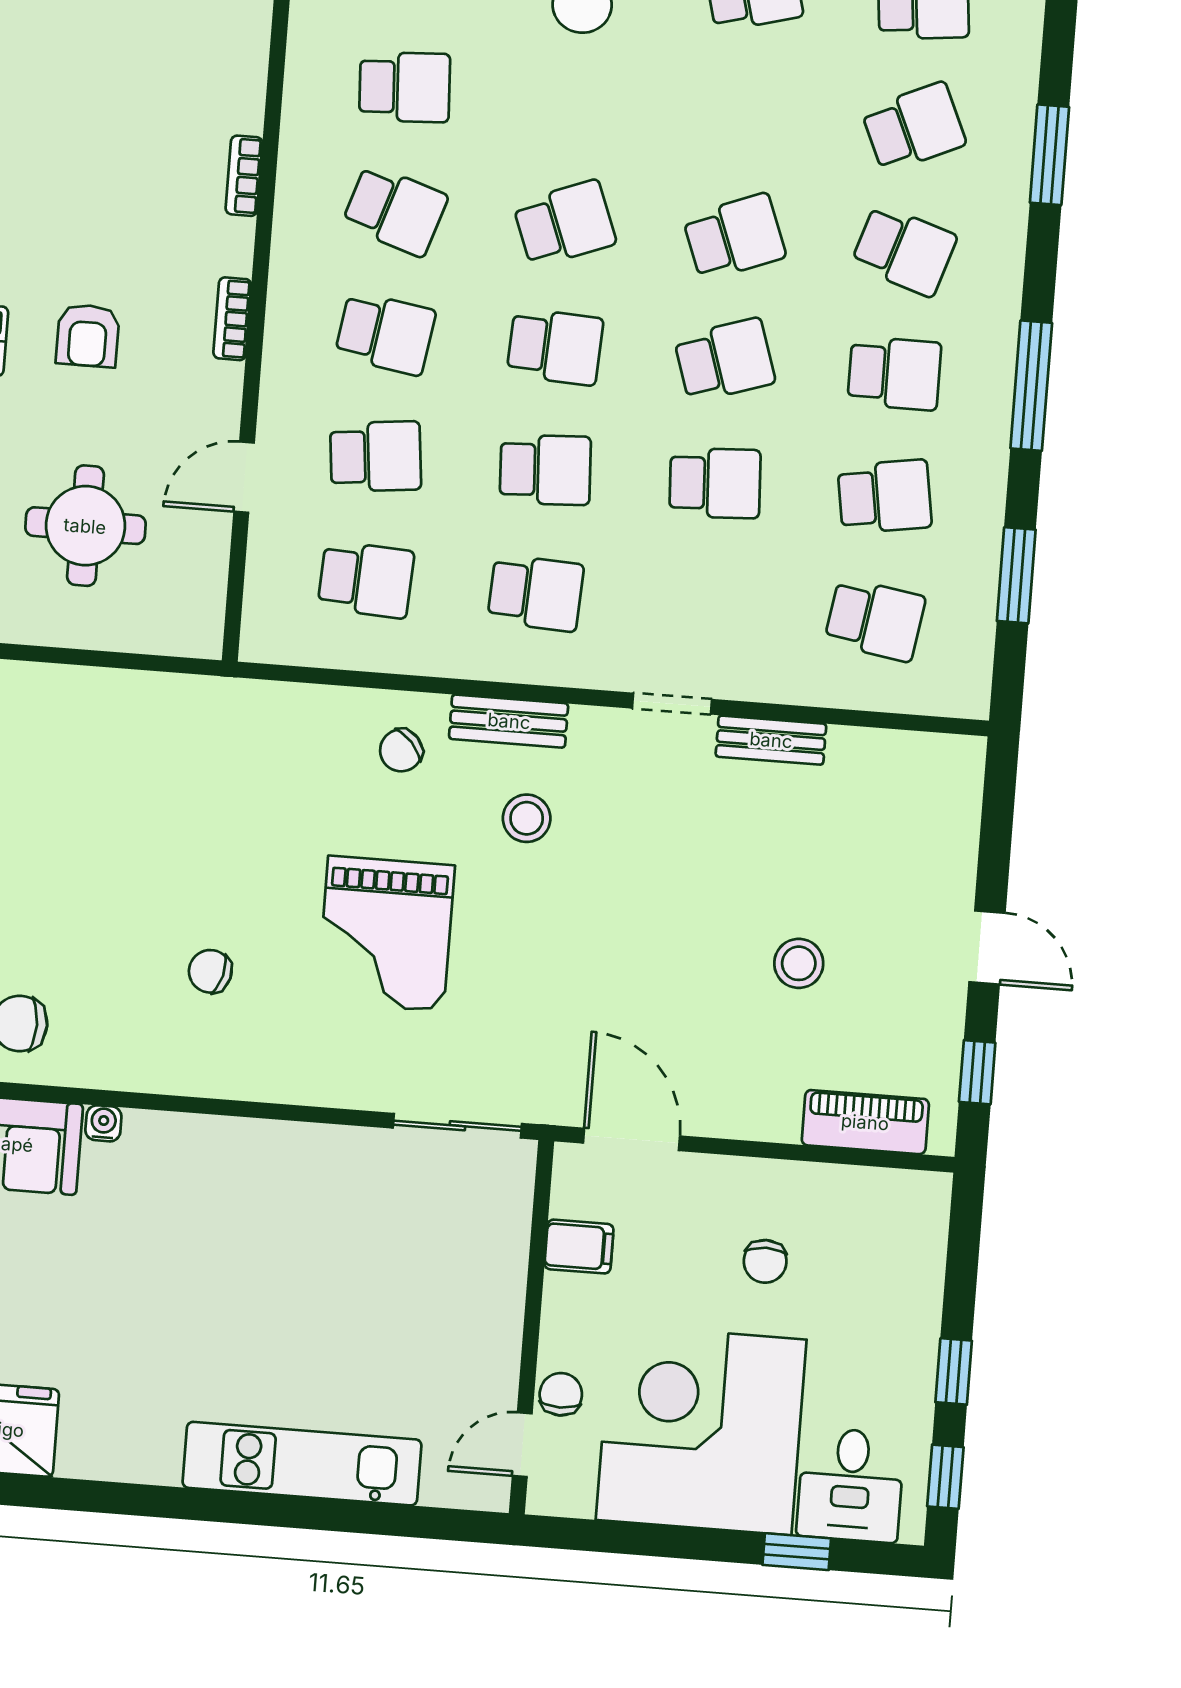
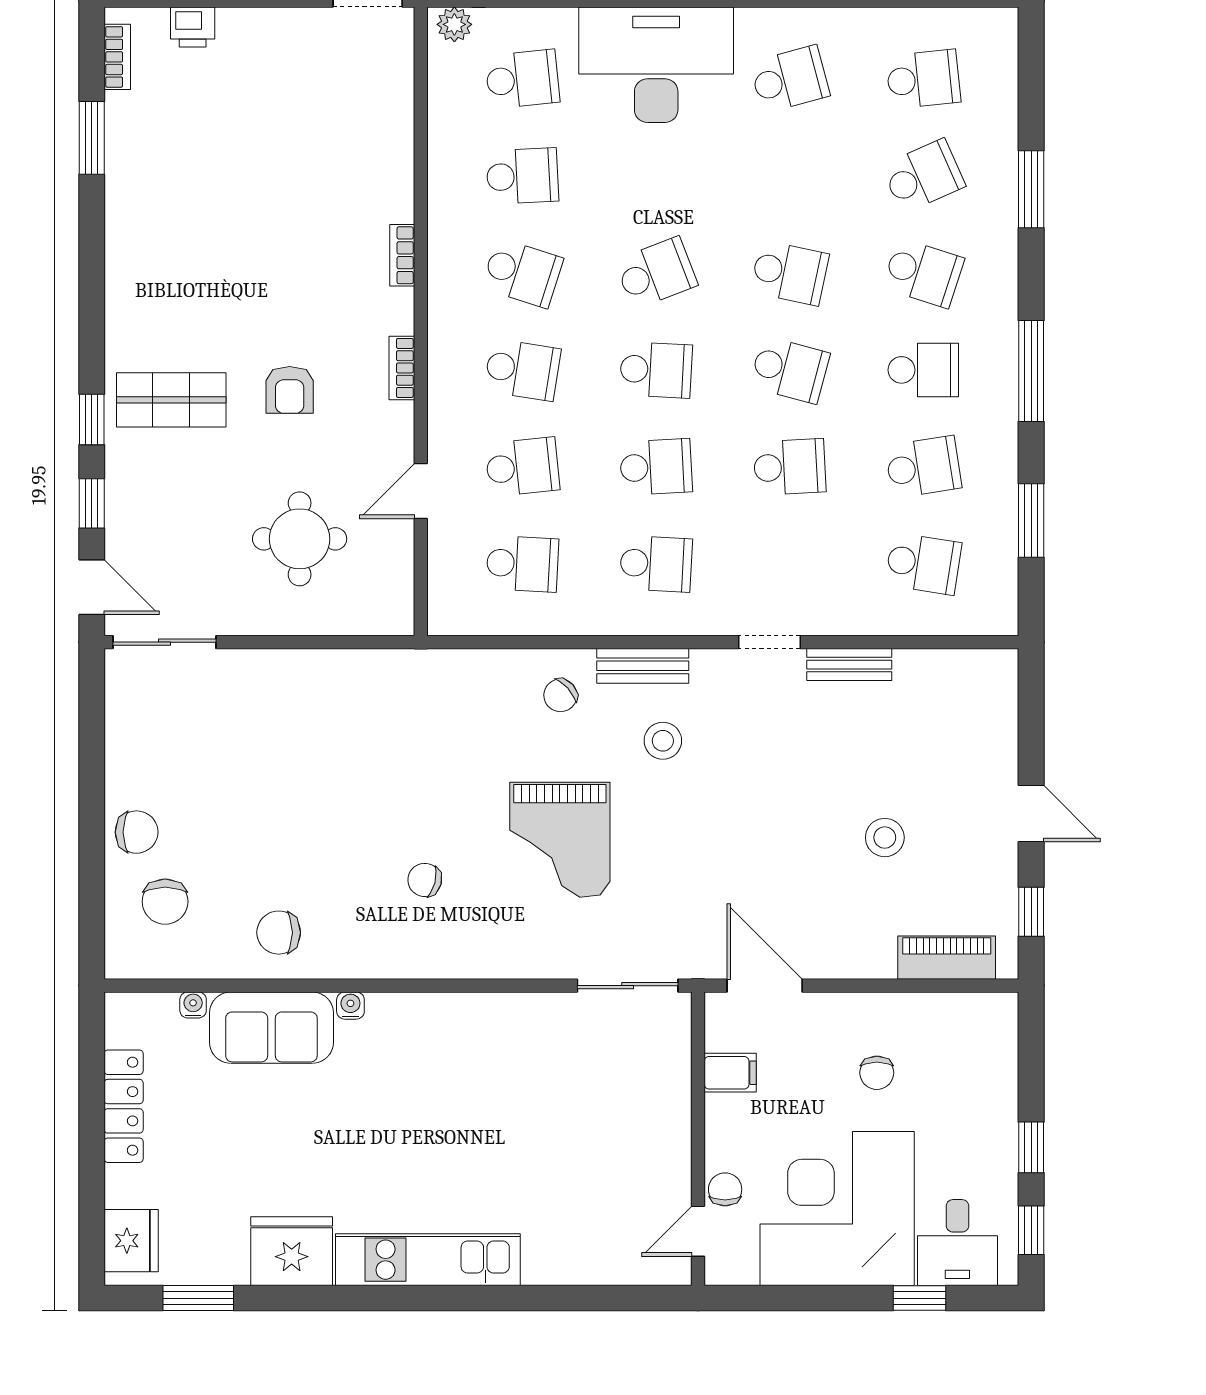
school desk: (734, 237) -> (790, 273), turned 33
school desk: (725, 360) -> (790, 370), turned 33
kitchen unit: (302, 1464) -> (428, 1260), moved

